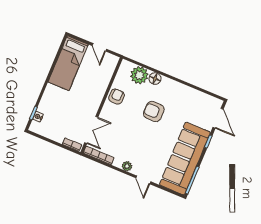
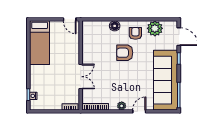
door: (99, 47) -> (70, 19), moved
plant: (139, 75) -> (155, 28), moved
armchair: (117, 96) -> (135, 33), moved
double door: (91, 130) -> (81, 77), moved
door: (143, 180) -> (139, 111), swing flipped

